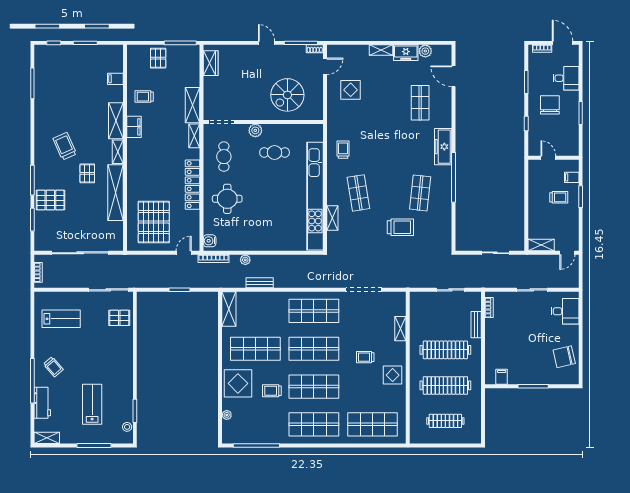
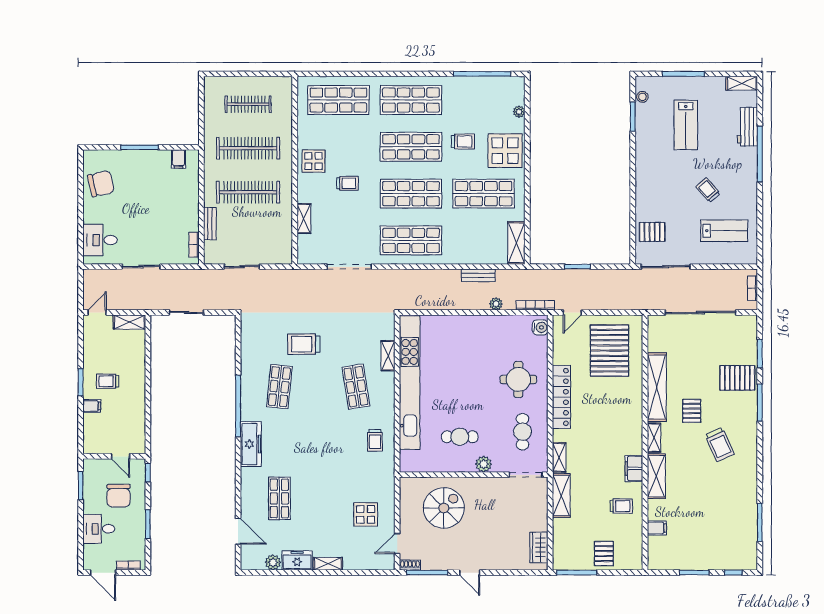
door: (548, 158) -> (121, 456), moved
wall: (553, 158) -> (114, 456), moved
lab bench: (61, 319) -> (724, 231), turned 180
trolley: (53, 367) -> (708, 190), moved

